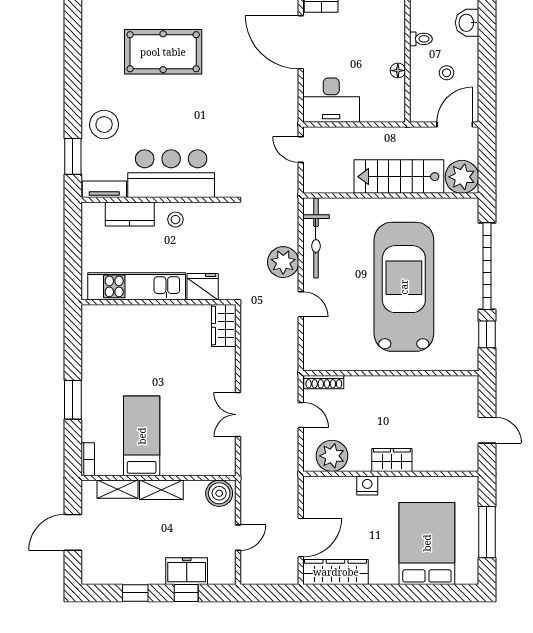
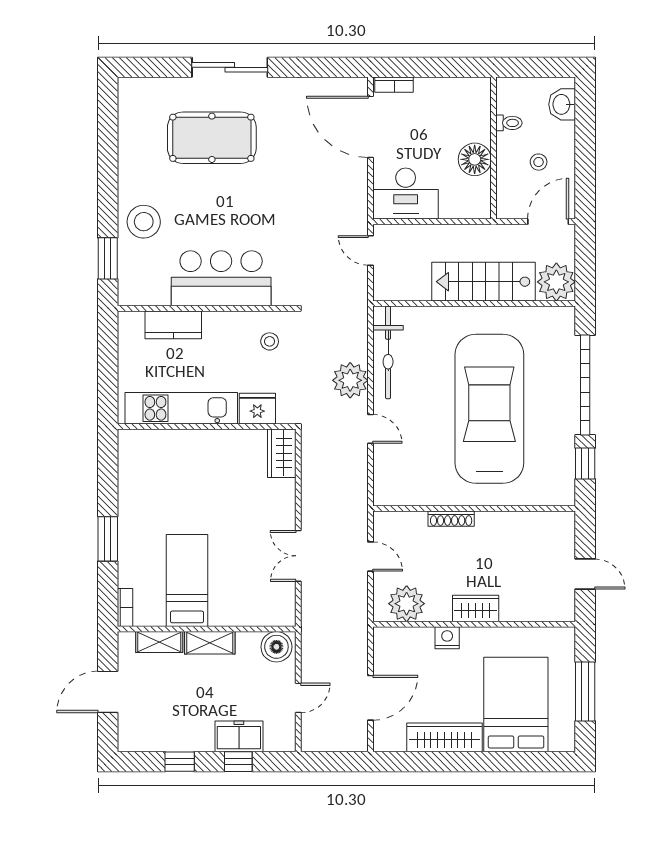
floor lamp: (398, 71) -> (475, 159), width x1.89, depth x1.89
tv unit: (104, 189) -> (144, 296), removed
stool: (175, 220) -> (270, 341), moved
shoe rack: (324, 382) -> (451, 519), moved
wardrobe: (336, 572) -> (444, 737), moved

